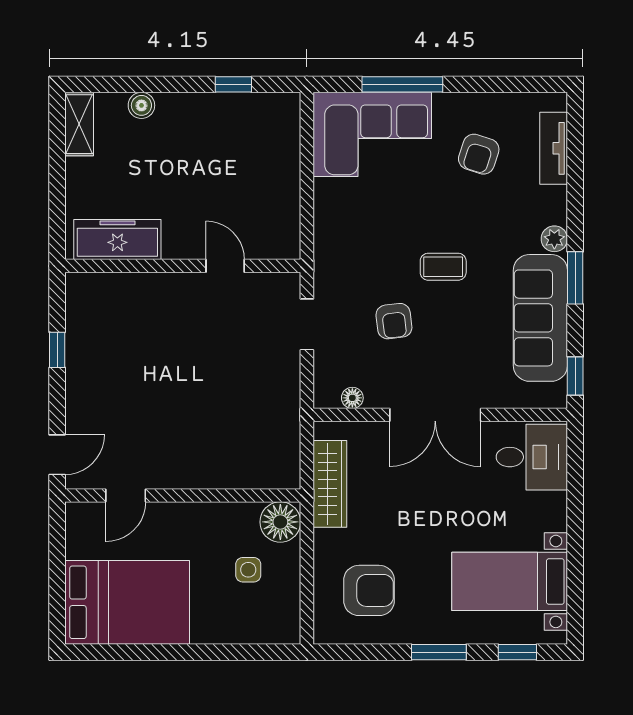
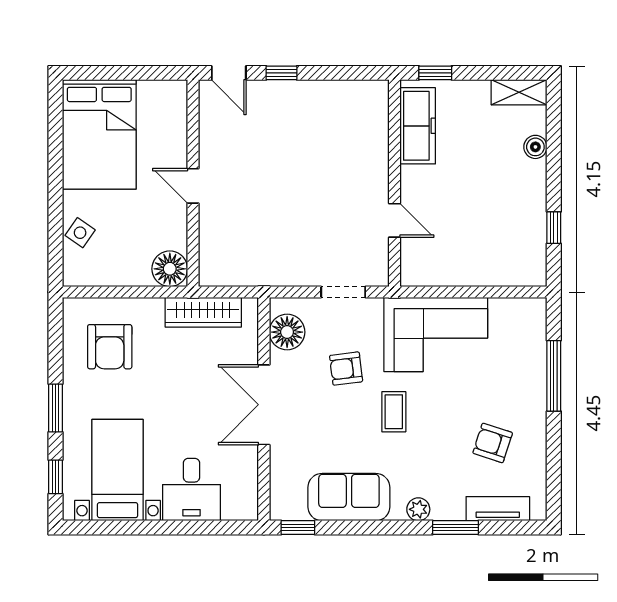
corner sofa: (372, 134) -> (436, 335), moved, turned -90
window: (57, 219) -> (435, 73), added
door: (225, 266) -> (395, 220), hinge flipped
window: (575, 278) -> (456, 528), moved
sofa: (540, 318) -> (349, 497), width x0.73
window: (57, 350) -> (281, 73), moved
floor lamp: (352, 398) -> (287, 332), width x1.89, depth x1.89
desk: (532, 457) -> (191, 490), moved
door: (126, 495) -> (193, 186), moved
side table: (248, 570) -> (80, 233), moved, turned 35

